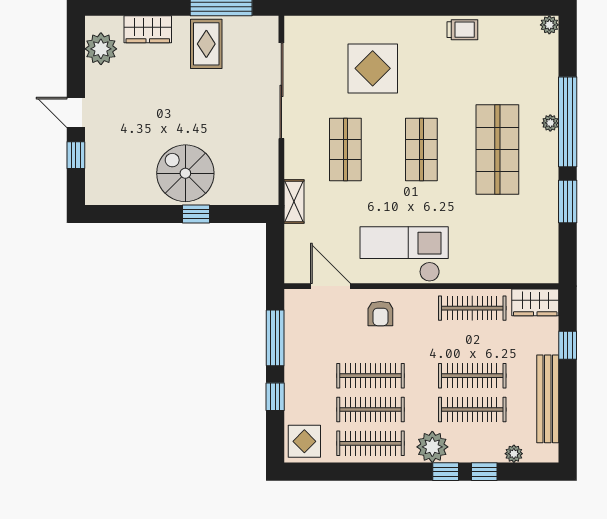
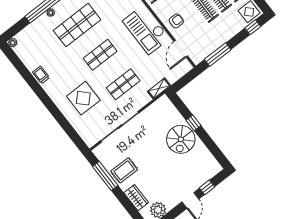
window: (275, 397) -> (253, 27), moved

